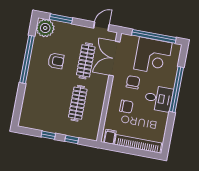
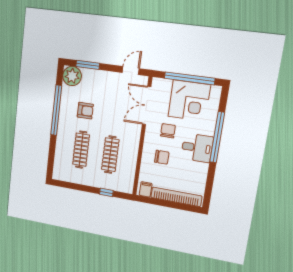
clothes rail: (86, 61) -> (81, 150), moved
window: (48, 135) -> (83, 188), removed

